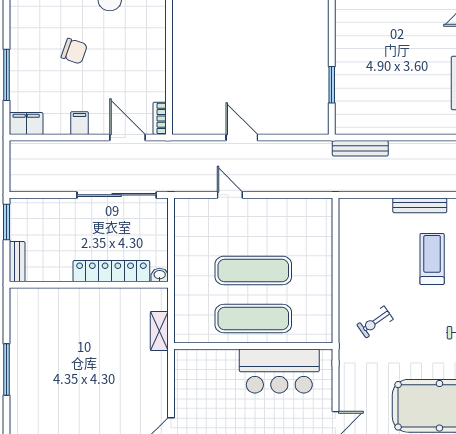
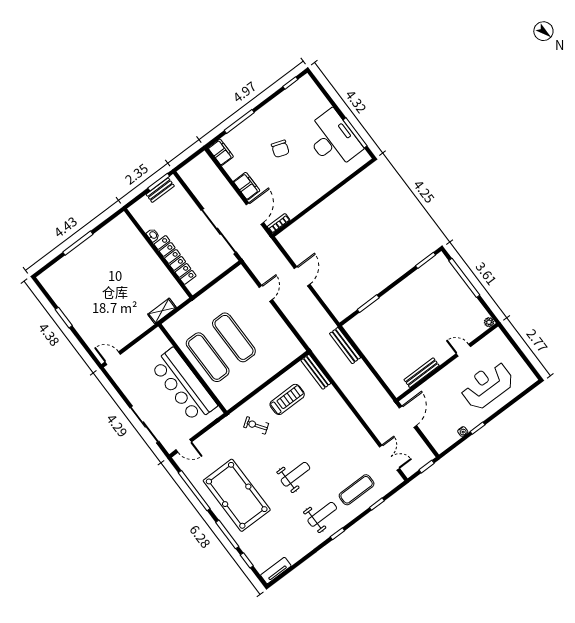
filing cabinet: (80, 123) -> (247, 186), width x2.00
bench: (420, 205) -> (316, 372), moved
treadmill: (432, 259) -> (287, 399), moved
bench: (17, 262) -> (160, 190), moved
washbasin: (160, 275) -> (153, 235), moved
bar counter: (279, 371) -> (184, 385), width x1.36

